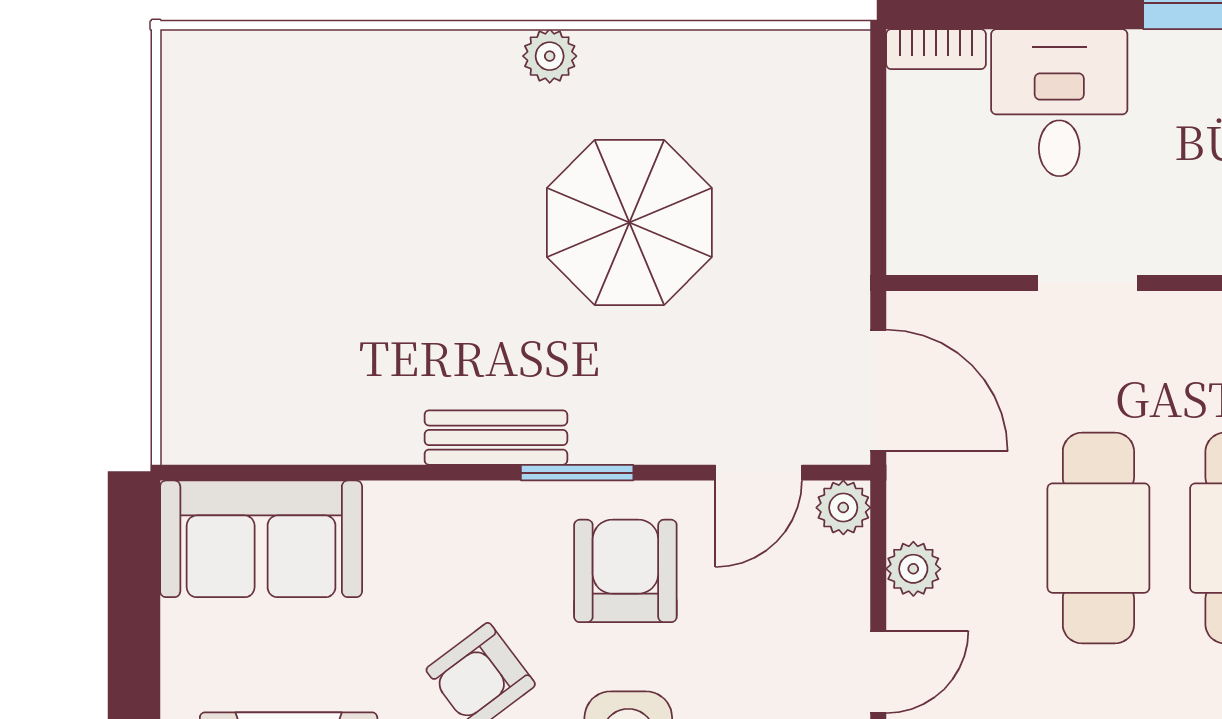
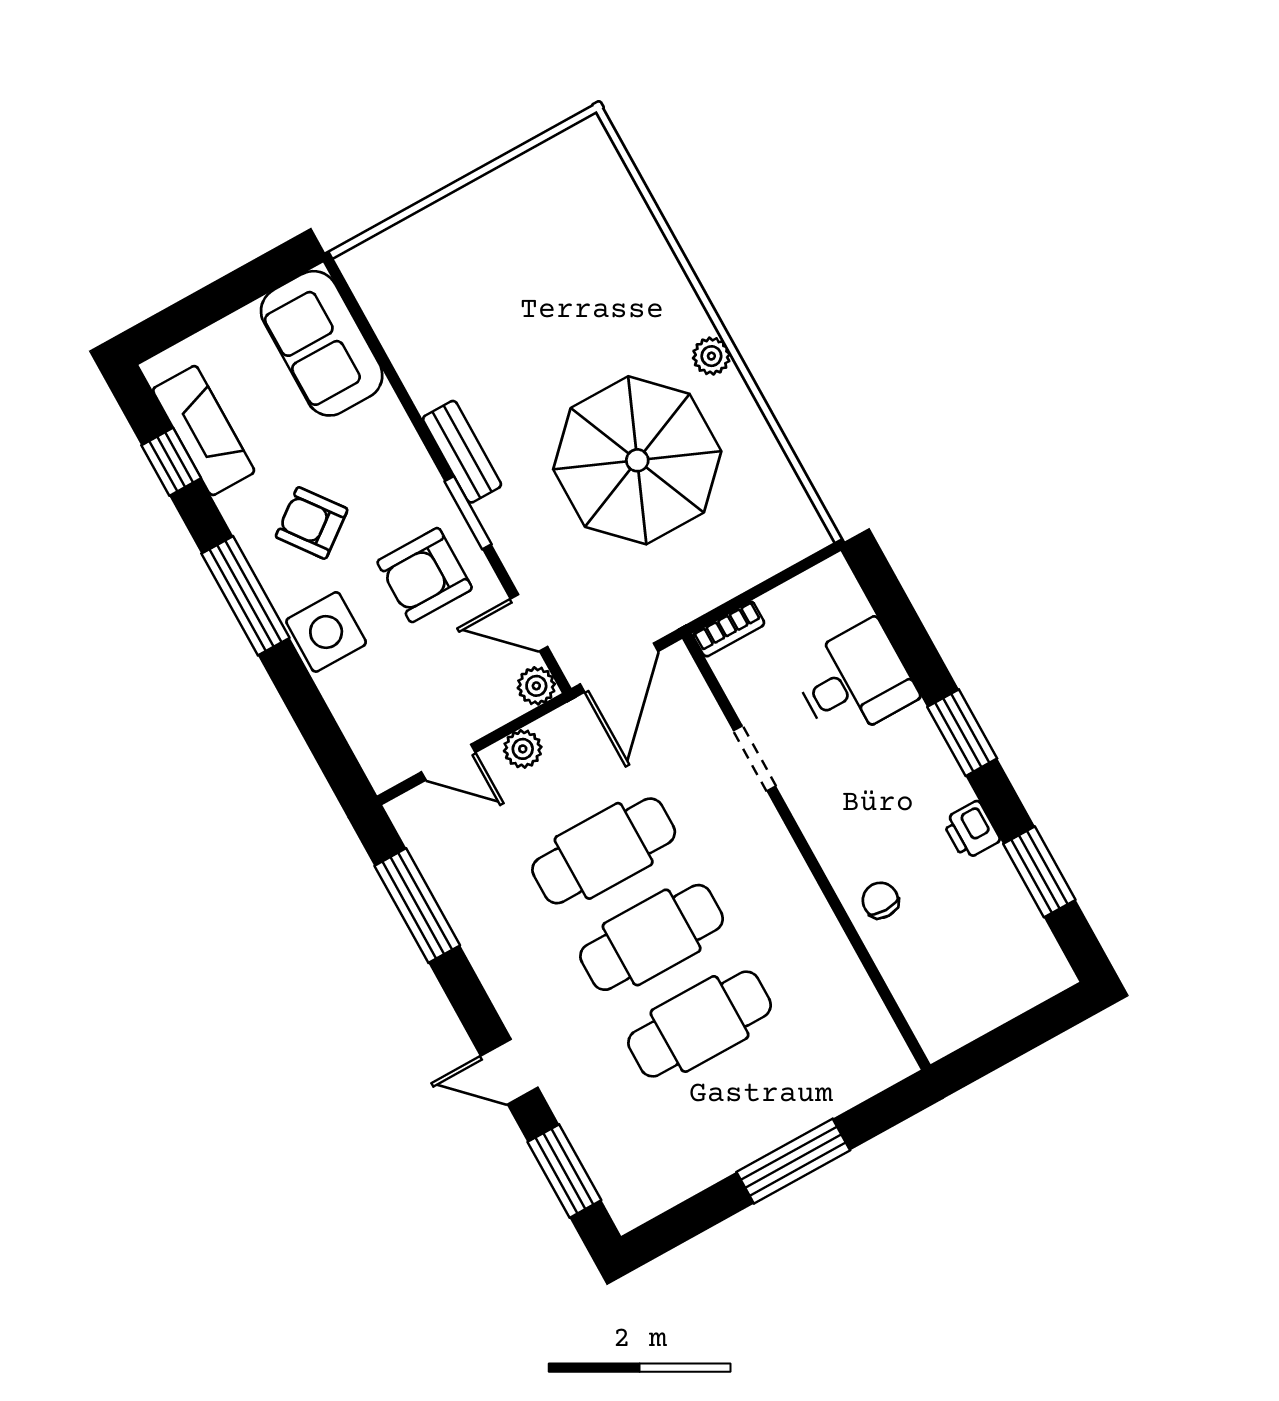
bookcase: (936, 49) -> (729, 629), moved, turned -90
parasol: (629, 222) -> (637, 460), width x1.36, depth x1.36
armchair: (625, 571) -> (425, 575), turned 180

